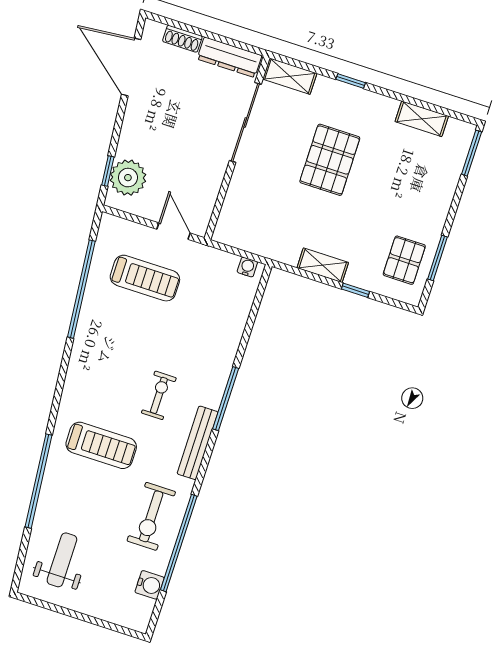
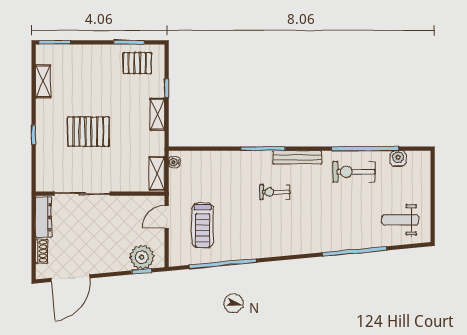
shelving: (290, 76) -> (157, 173), moved
treadmill: (145, 278) -> (203, 225), turned 180
treadmill: (101, 445) -> (319, 219), removed
exercise bike: (151, 516) -> (354, 172), turned 180

